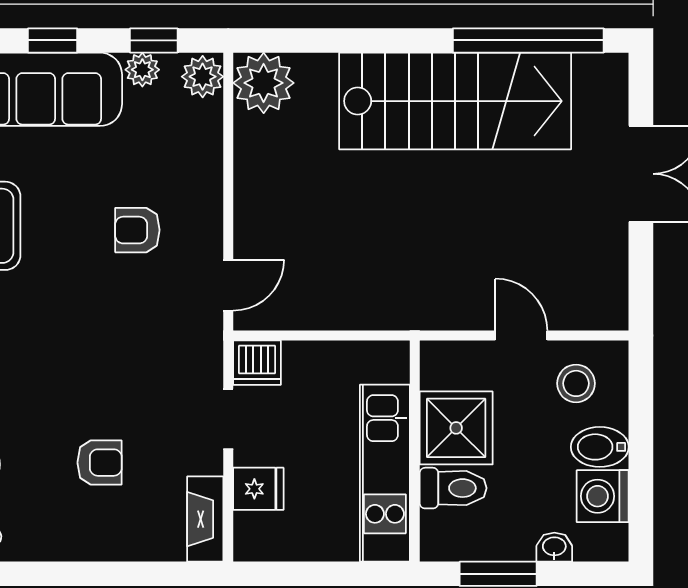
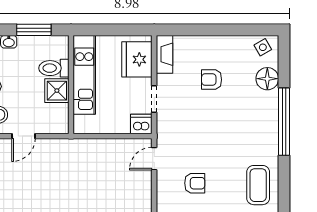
door: (521, 336) -> (23, 136), hinge flipped
shower: (456, 428) -> (57, 91), width x0.73, depth x0.73
fridge: (258, 489) -> (137, 59), width x1.88, depth x1.34

